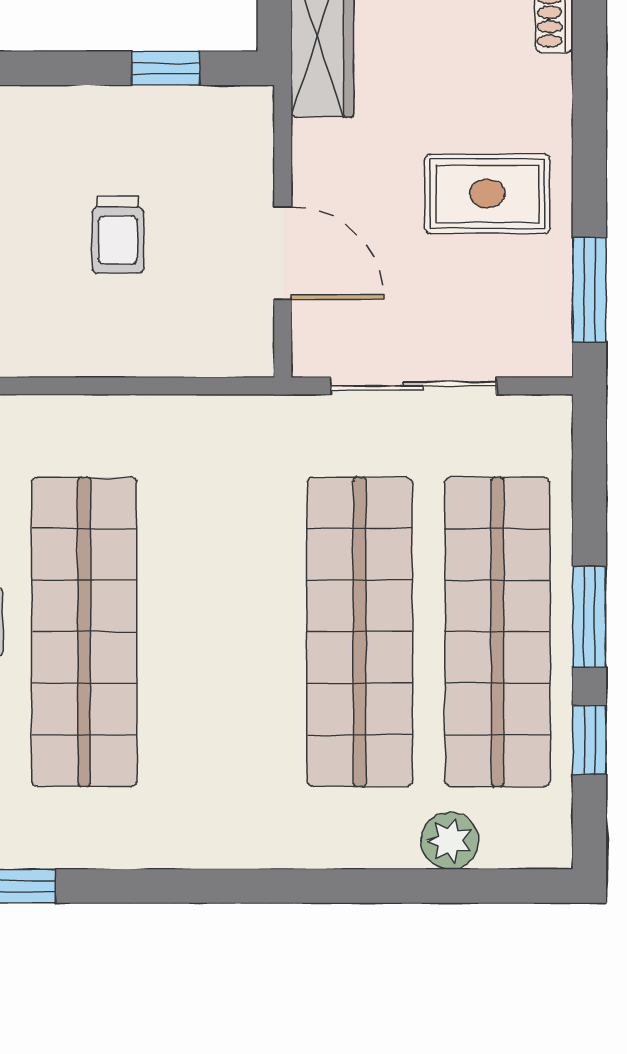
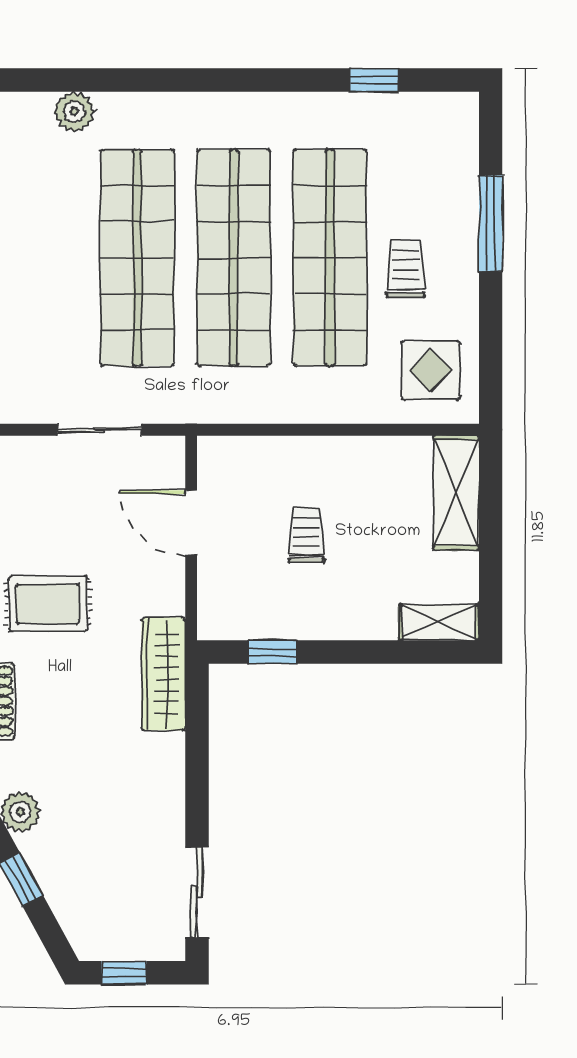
rug: (487, 194) -> (48, 604), moved
sliding door: (413, 386) -> (100, 430), width x0.73
shop shelf: (497, 632) -> (234, 258), moved

